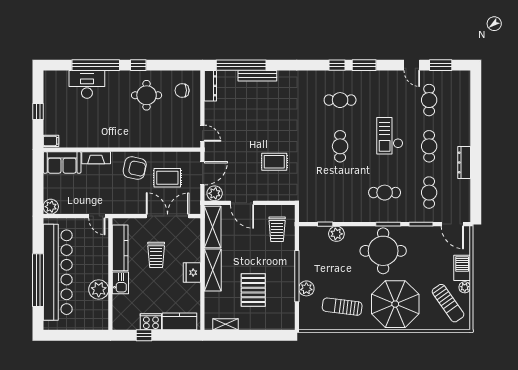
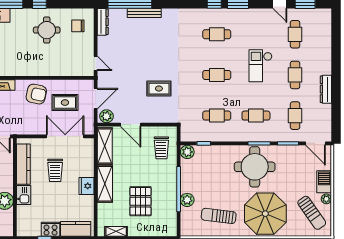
cafe table: (340, 146) -> (217, 75), turned 90
cafe table: (340, 193) -> (217, 116), added
plant: (336, 234) -> (187, 152), moved

